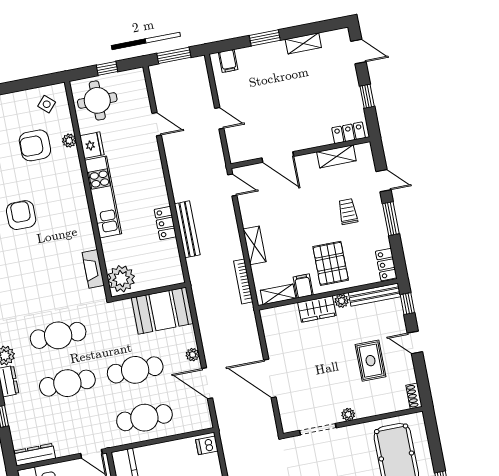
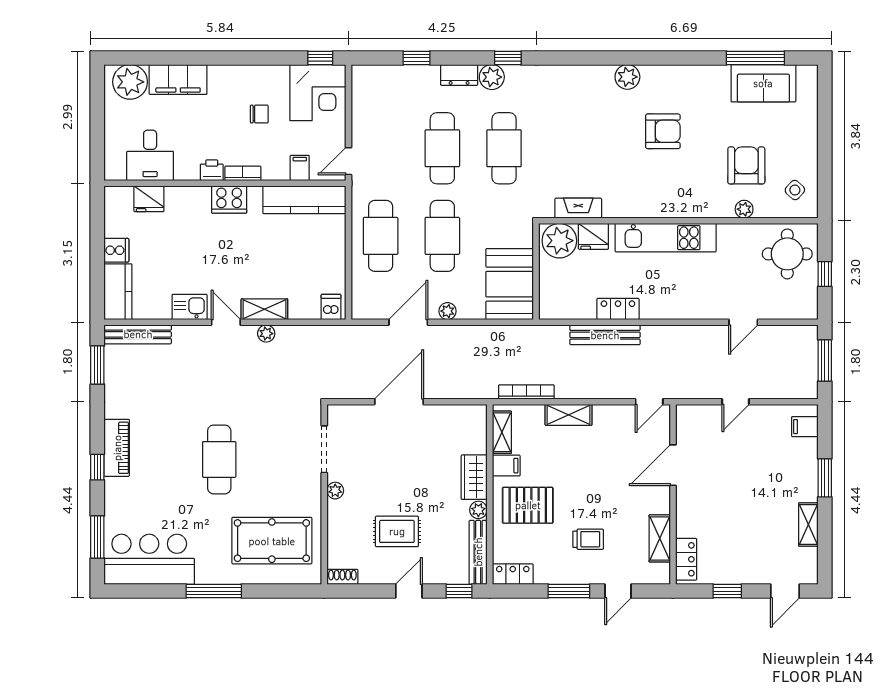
fridge: (92, 145) -> (593, 236), moved
dresser: (34, 455) -> (361, 90), removed

